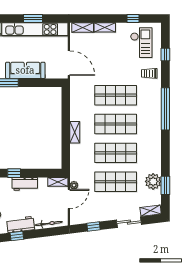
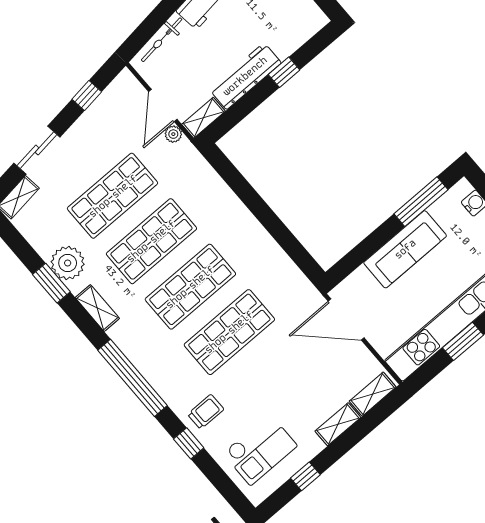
checkout: (141, 43) -> (260, 449), turned -90
window: (165, 54) -> (189, 443), moved
shelving: (75, 132) -> (97, 308), moved
plant: (153, 181) -> (68, 263), moved
workbench: (25, 184) -> (245, 76), width x1.38
window: (165, 185) -> (51, 283), moved

